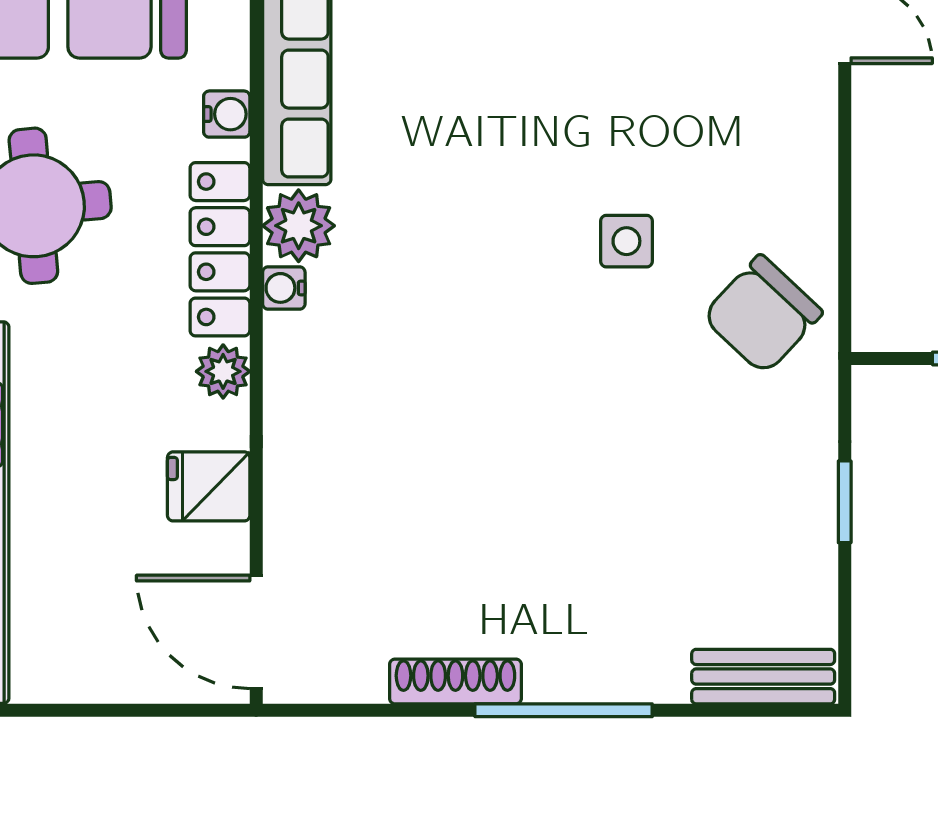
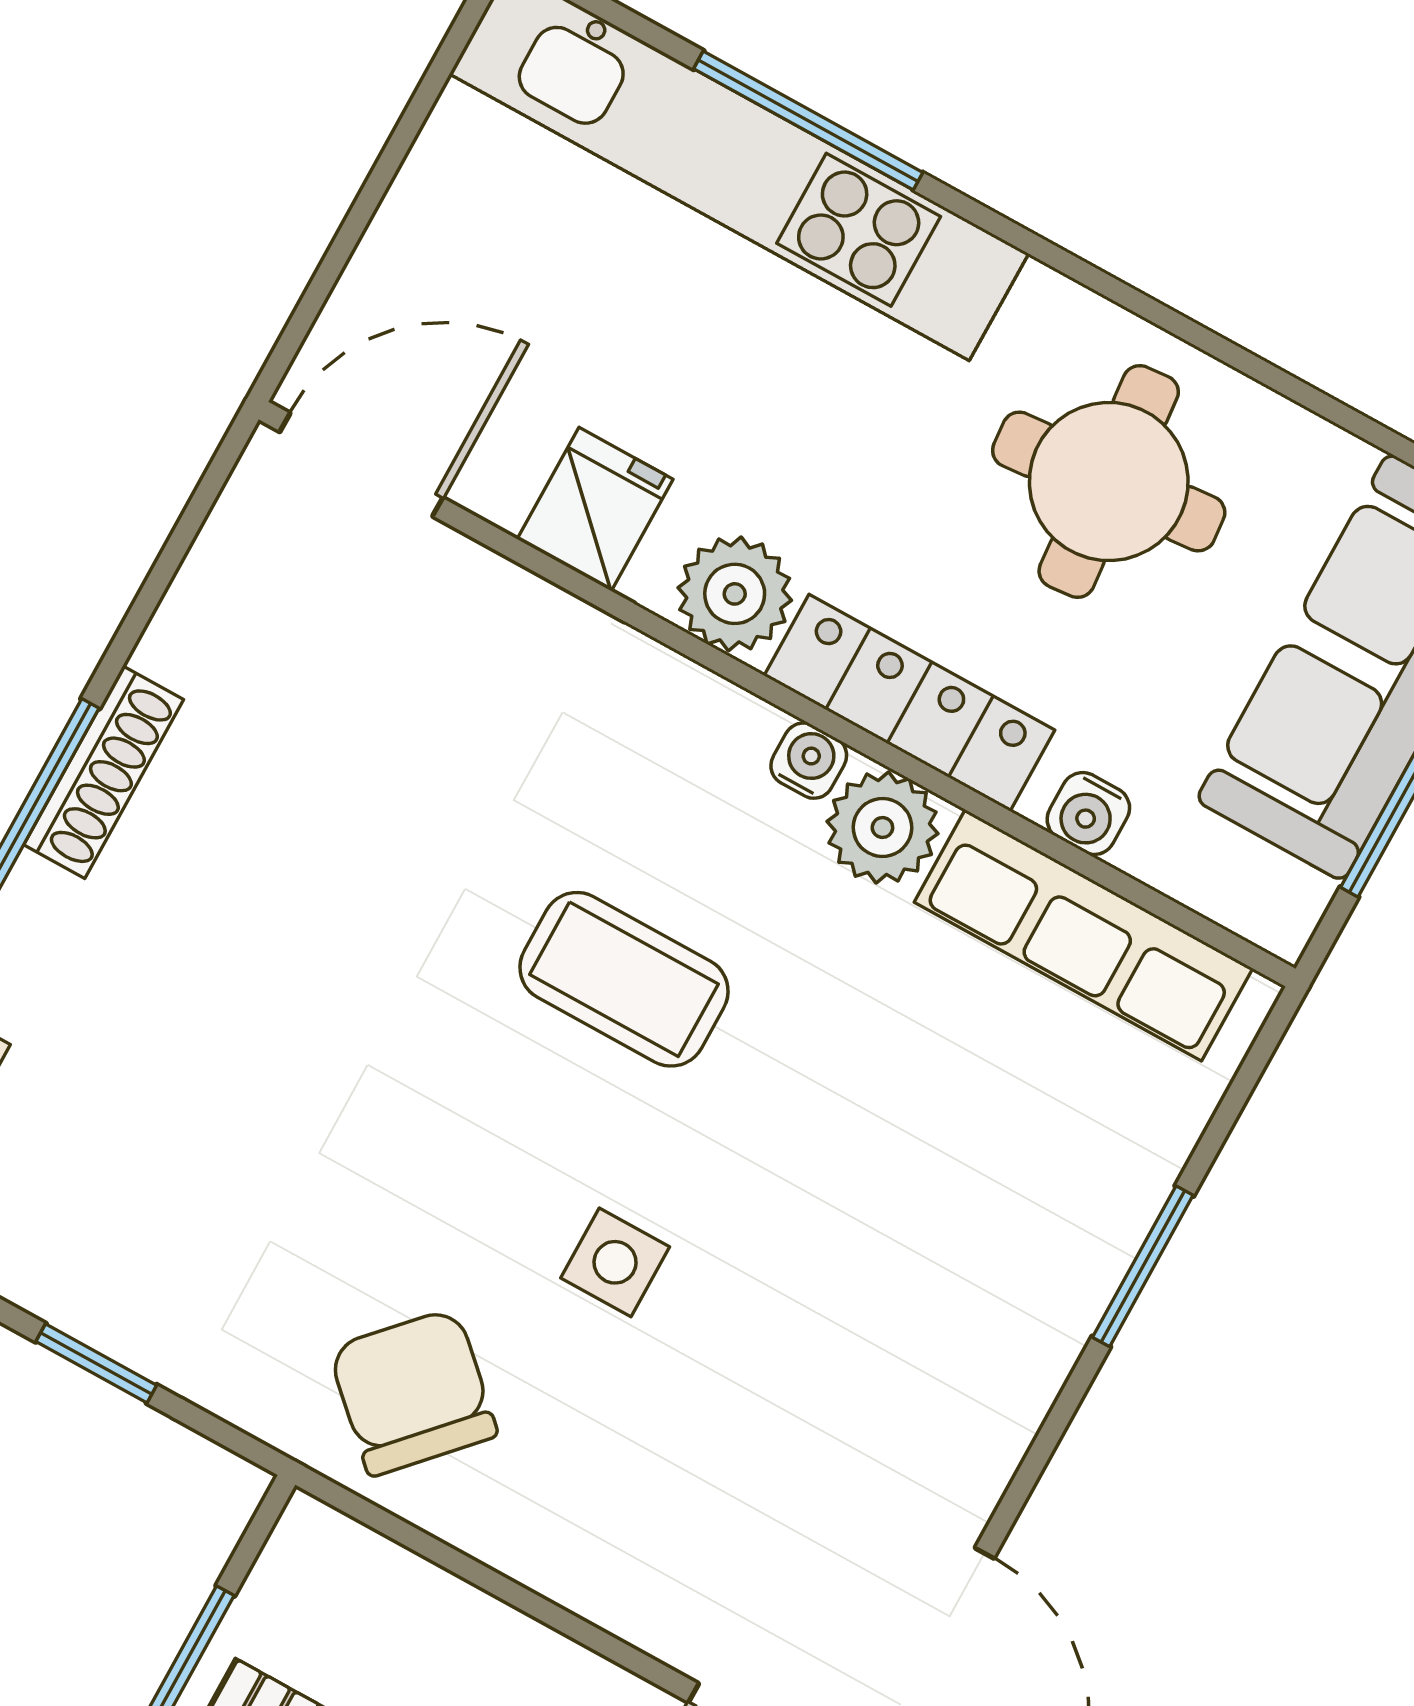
coffee table: (464, 324) -> (624, 979), added
plant: (223, 371) -> (735, 594), width x1.38, depth x1.38
shoe rack: (455, 681) -> (104, 772), moved

